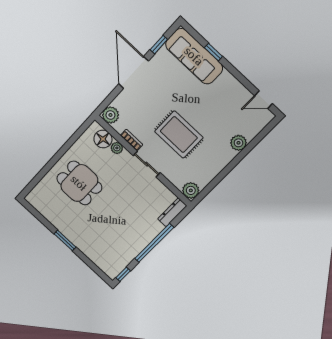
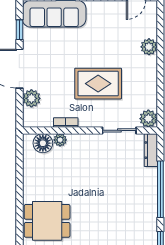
plant: (110, 115) -> (31, 98), moved
sliding door: (147, 164) -> (119, 130), moved
dining table: (79, 183) -> (47, 221), moved

